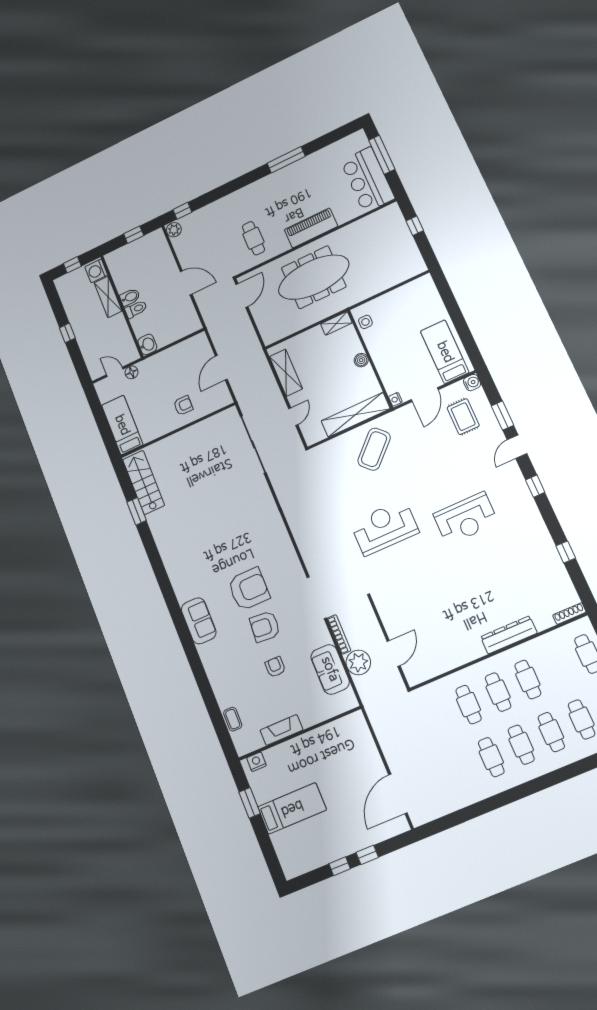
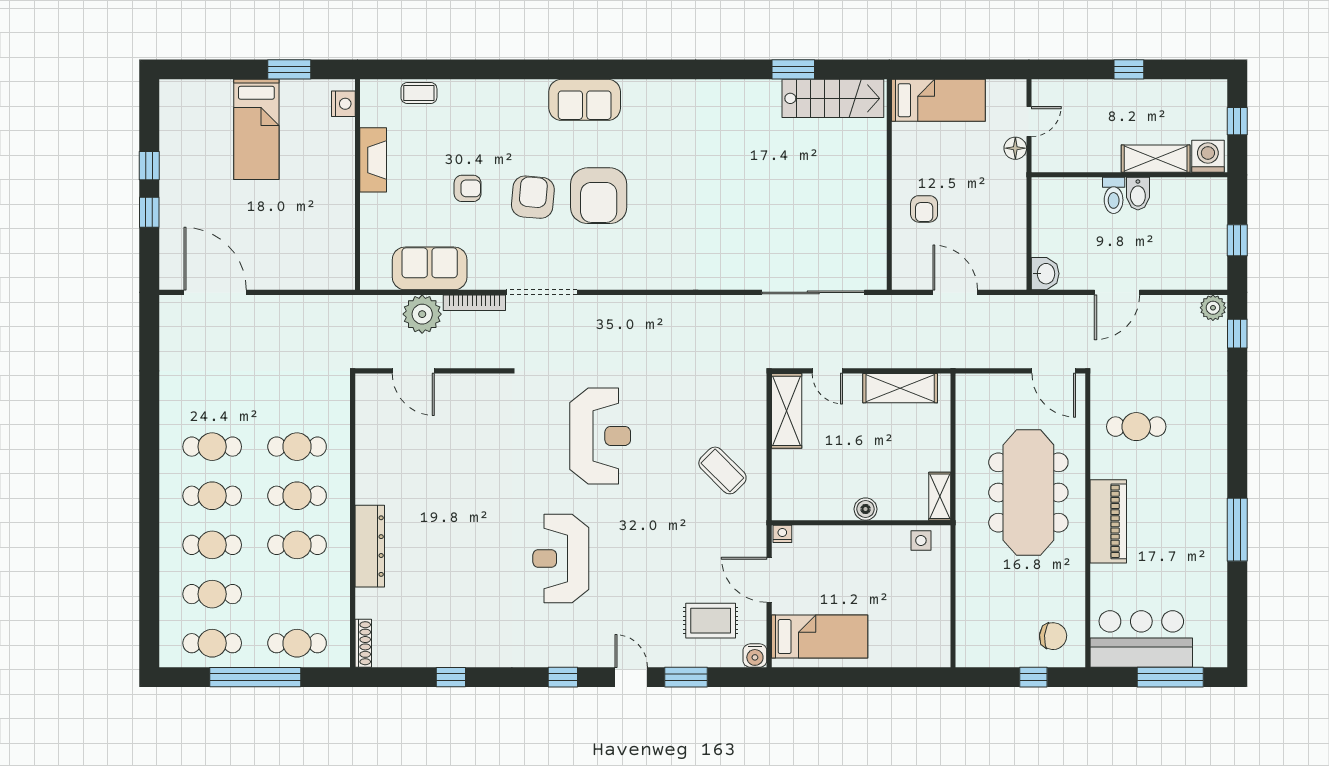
chair: (387, 226) -> (1053, 636), added
washbasin: (147, 345) -> (1045, 274), moved, turned -90
shelving: (355, 415) -> (787, 411), moved, width x0.68
coffee table: (374, 449) -> (722, 470), width x0.73, depth x0.76

